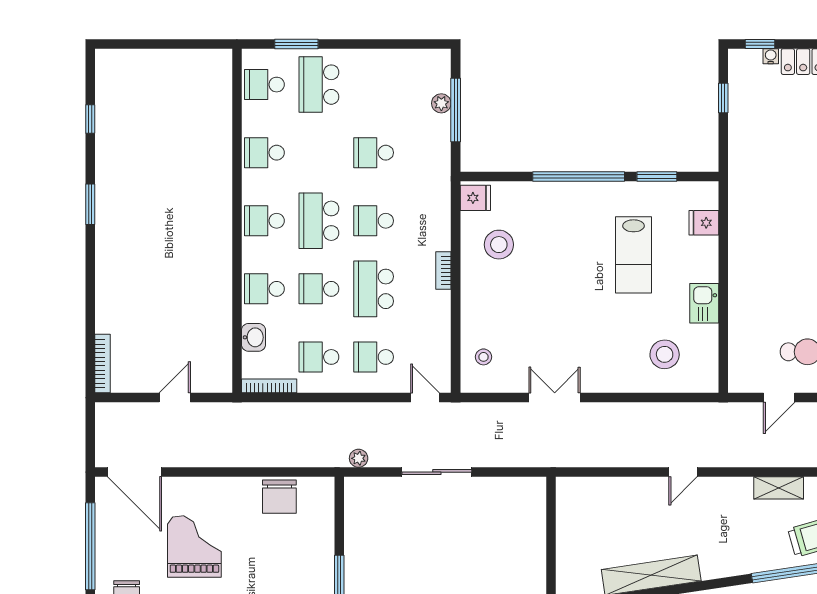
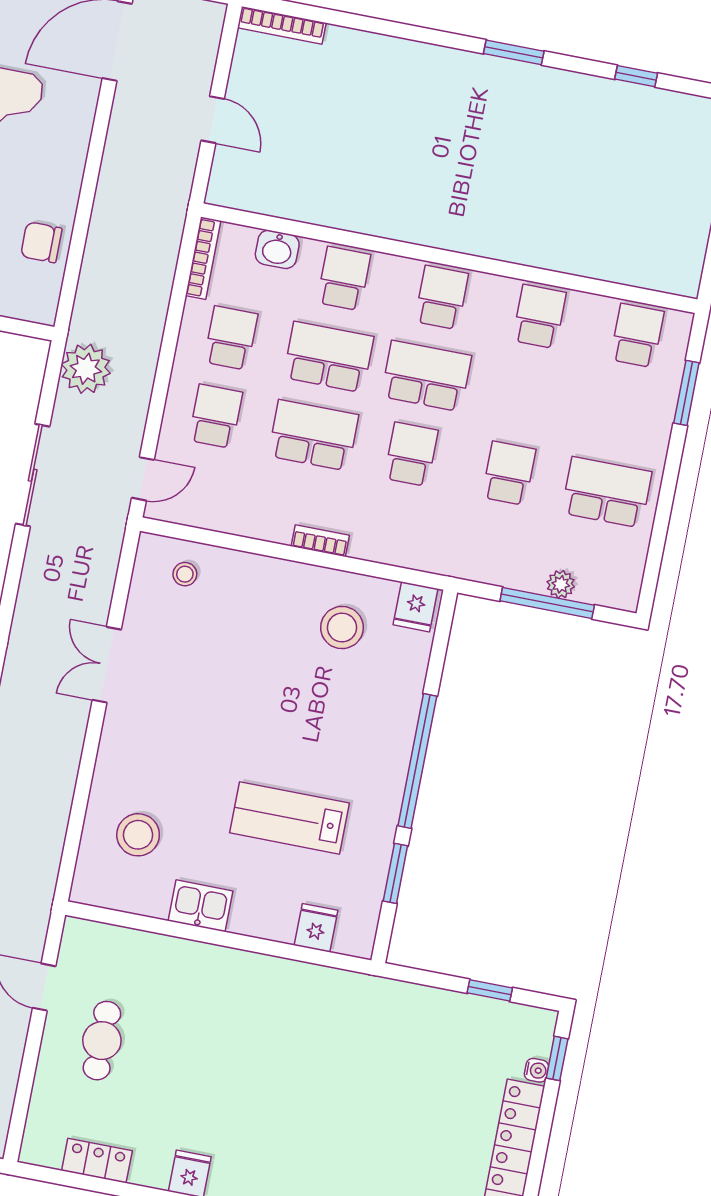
school desk: (319, 85) -> (607, 492), moved
school desk: (319, 289) -> (329, 357), width x1.85
double door: (555, 398) -> (107, 665), swing flipped
plant: (359, 458) -> (86, 369), width x1.88, depth x1.88
chair: (279, 497) -> (41, 242), width x0.73, depth x0.73

